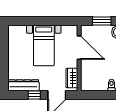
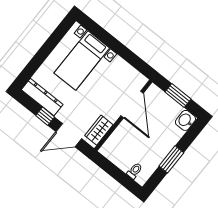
bed with nightstands: (44, 45) -> (82, 60), moved

